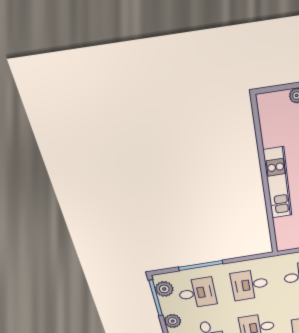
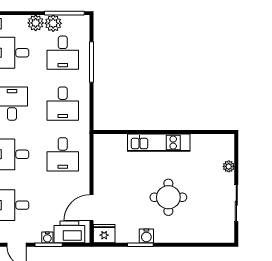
desk: (250, 285) -> (63, 104), turned 180
plant: (164, 289) -> (53, 23), moved

